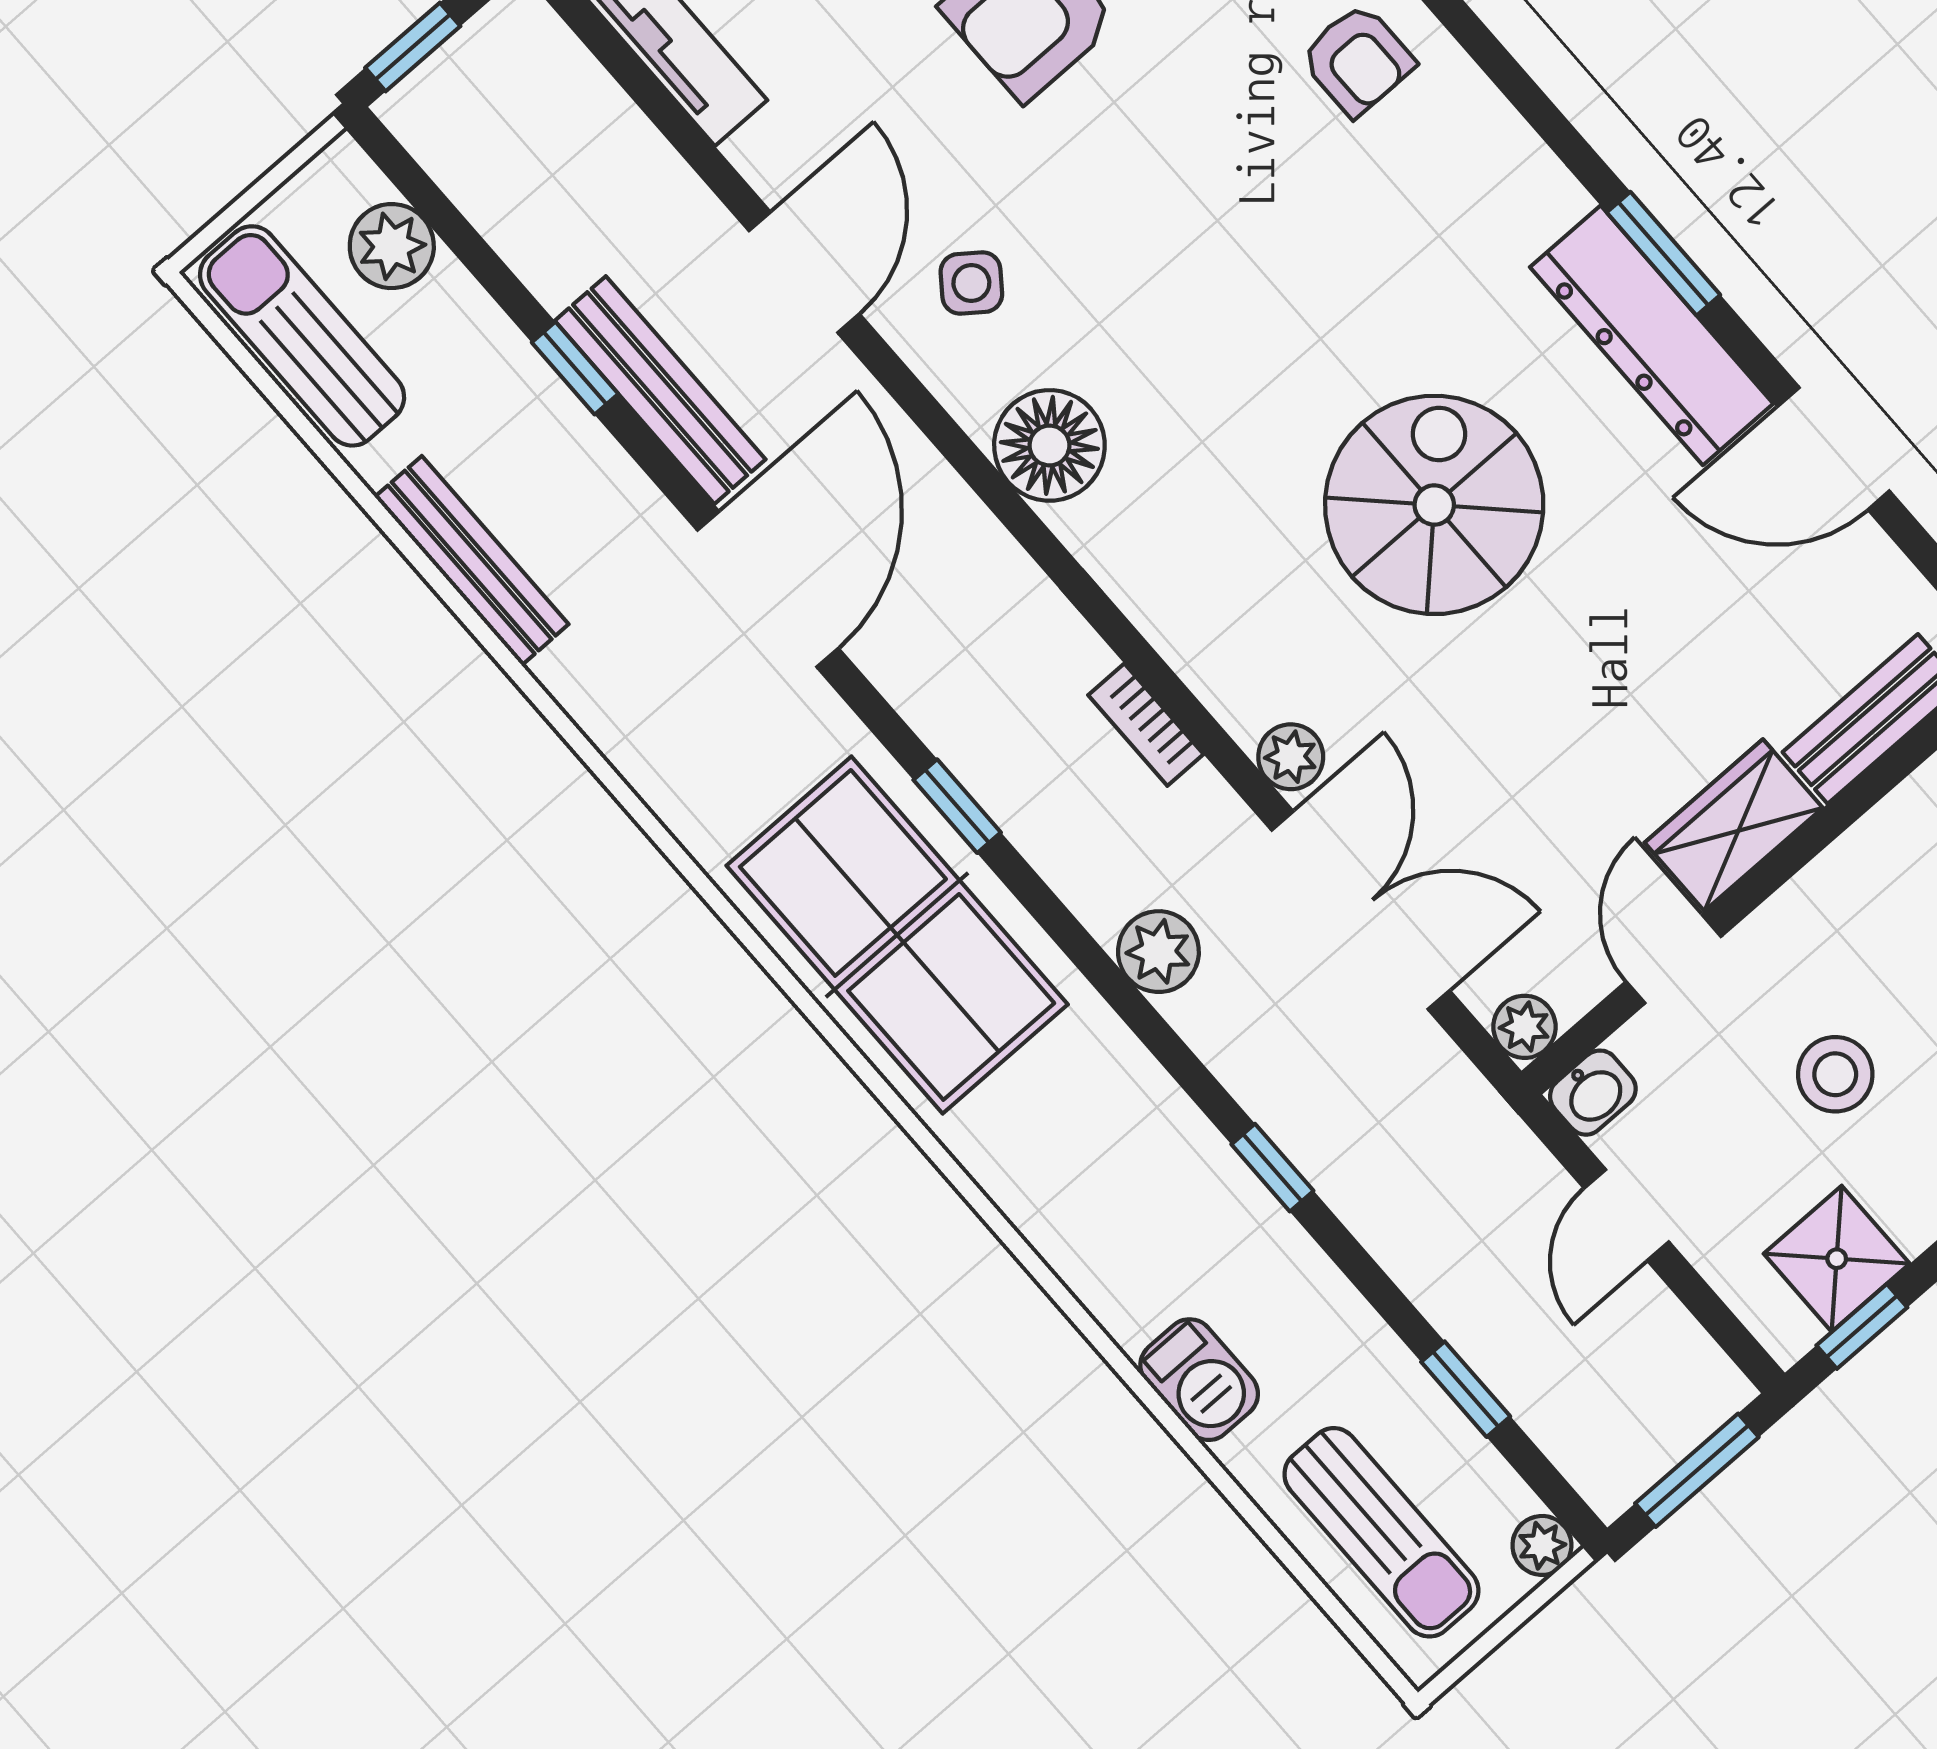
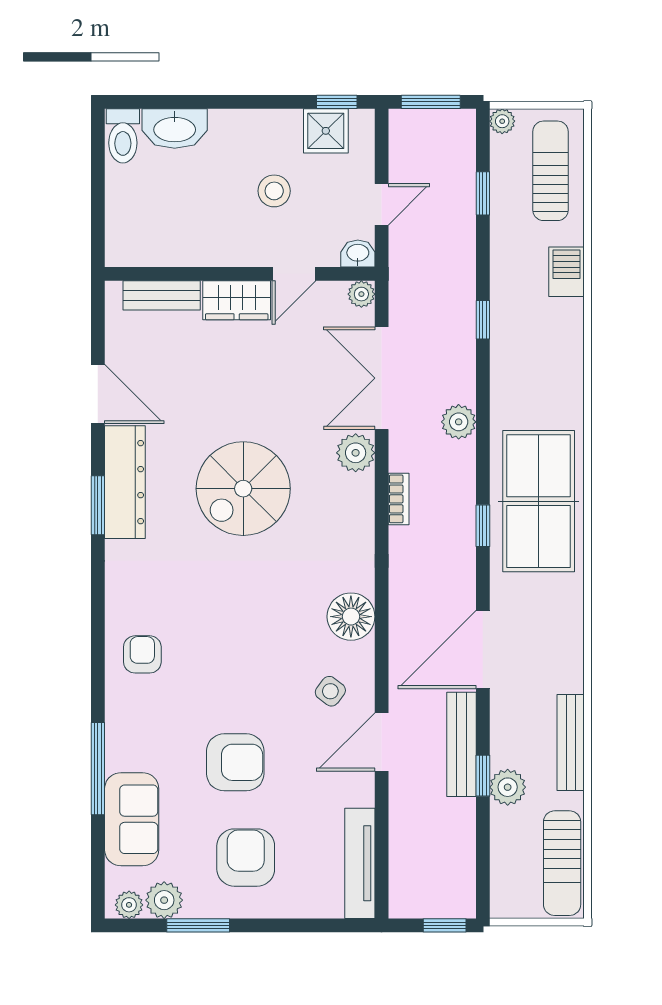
plant: (392, 246) -> (508, 787), moved
plant: (1291, 757) -> (356, 453), width x1.38, depth x1.38

